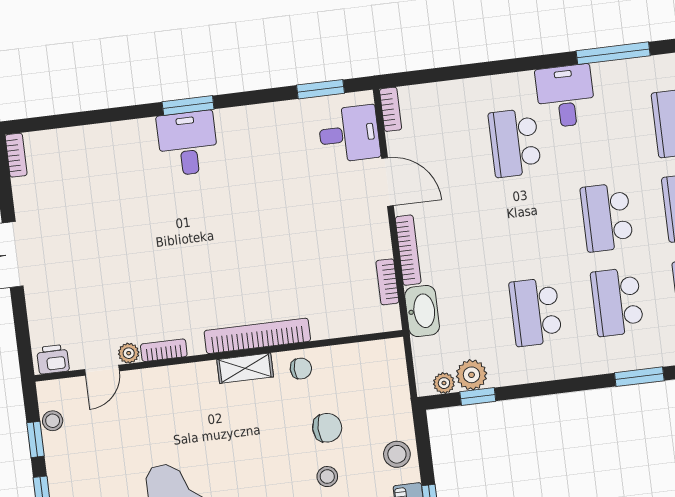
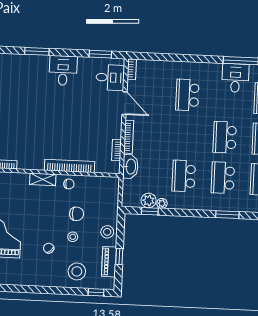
desk: (565, 96) -> (235, 78), moved
desk: (188, 143) -> (63, 70), moved
bookcase: (257, 336) -> (69, 166), moved
plant: (444, 383) -> (162, 203), moved

